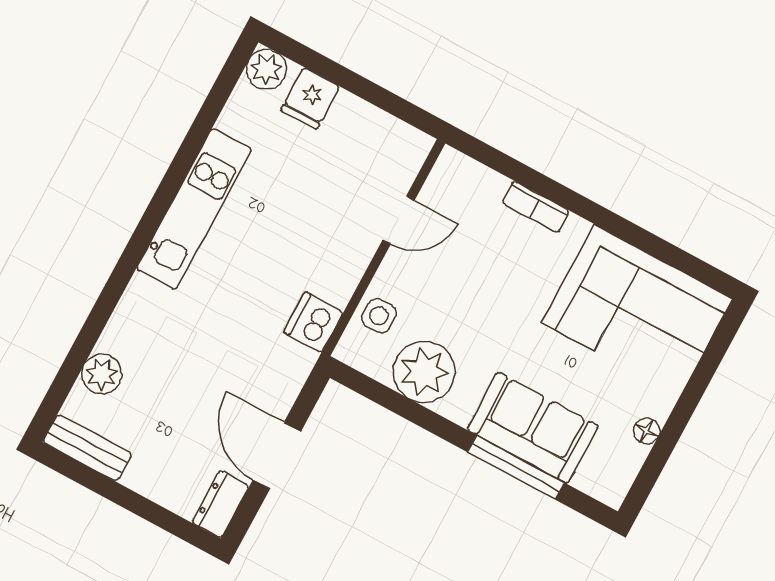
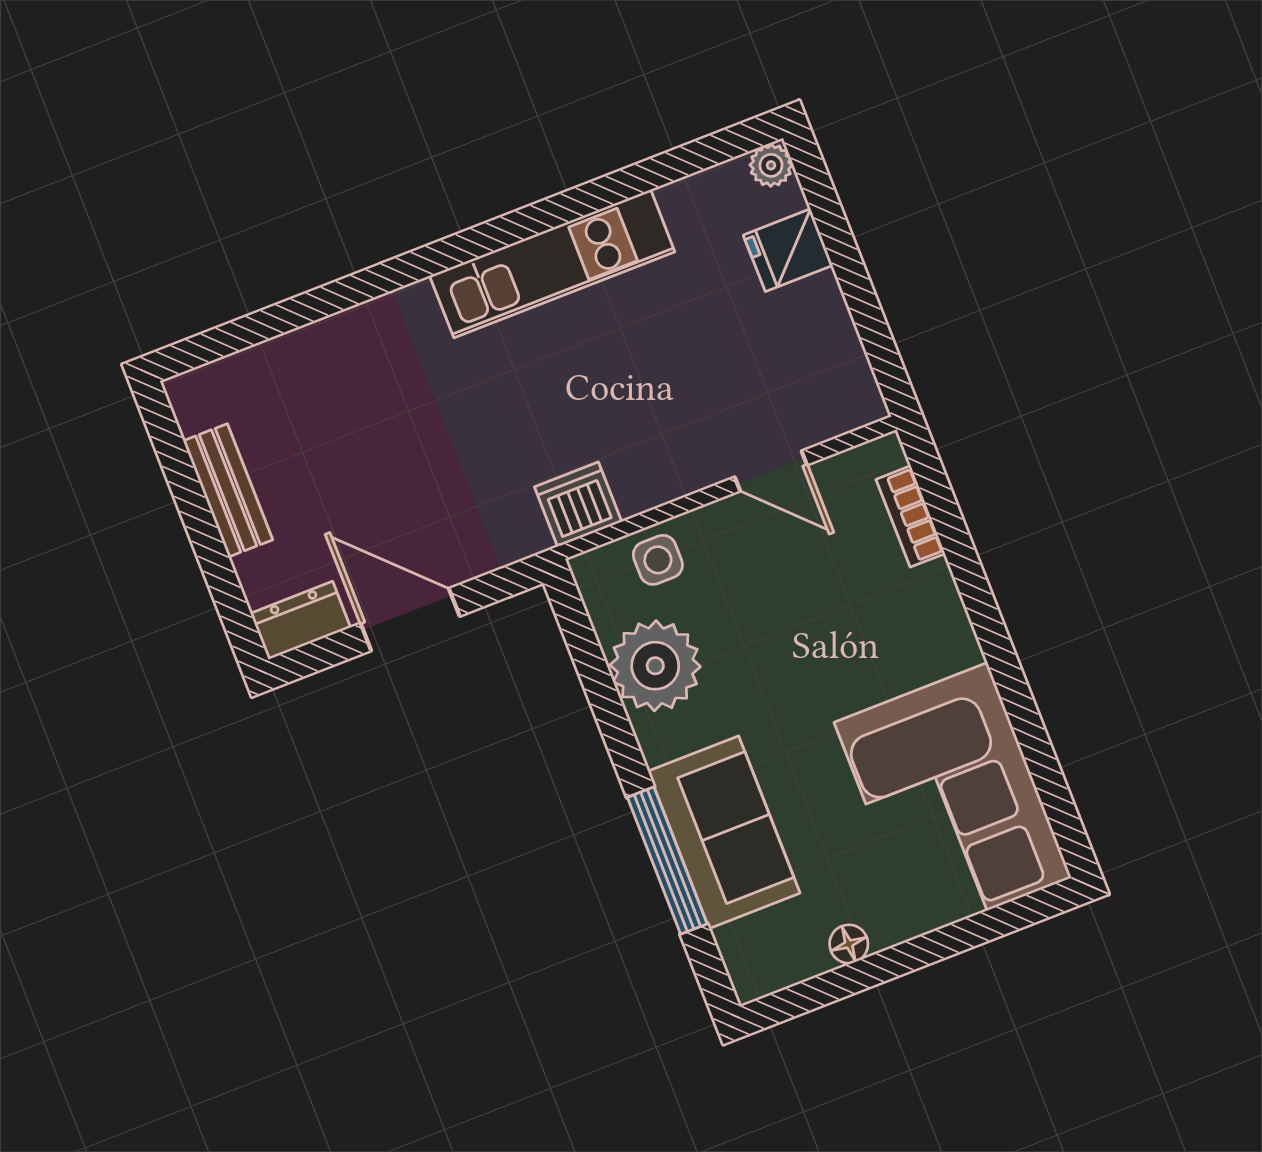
plant: (266, 69) -> (771, 165), width x0.73, depth x0.73
bookcase: (536, 207) -> (910, 516), moved
plant: (102, 374) -> (291, 361), removed
bench: (87, 448) -> (228, 490), moved
door: (277, 456) -> (410, 620), hinge flipped

